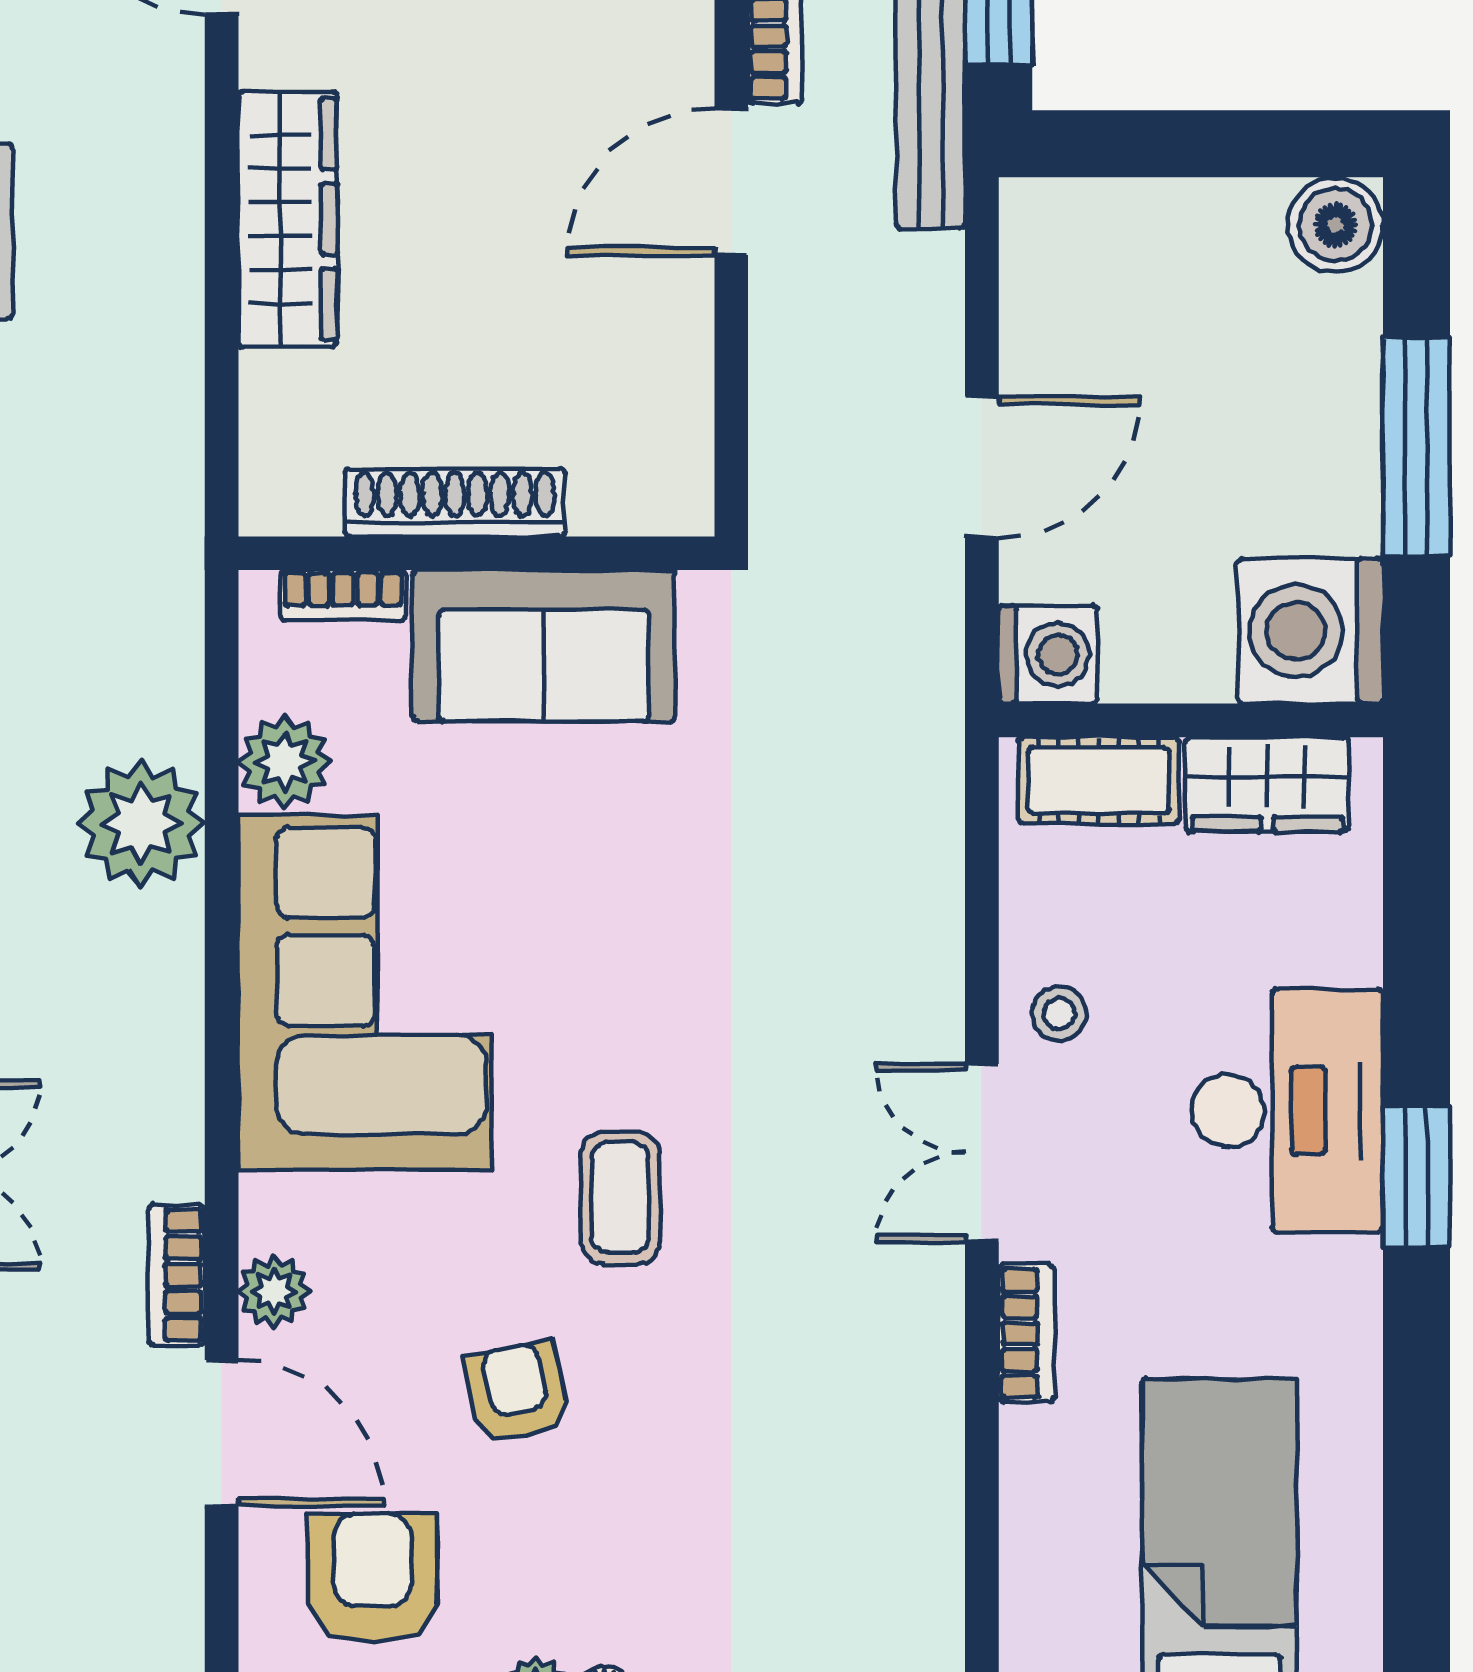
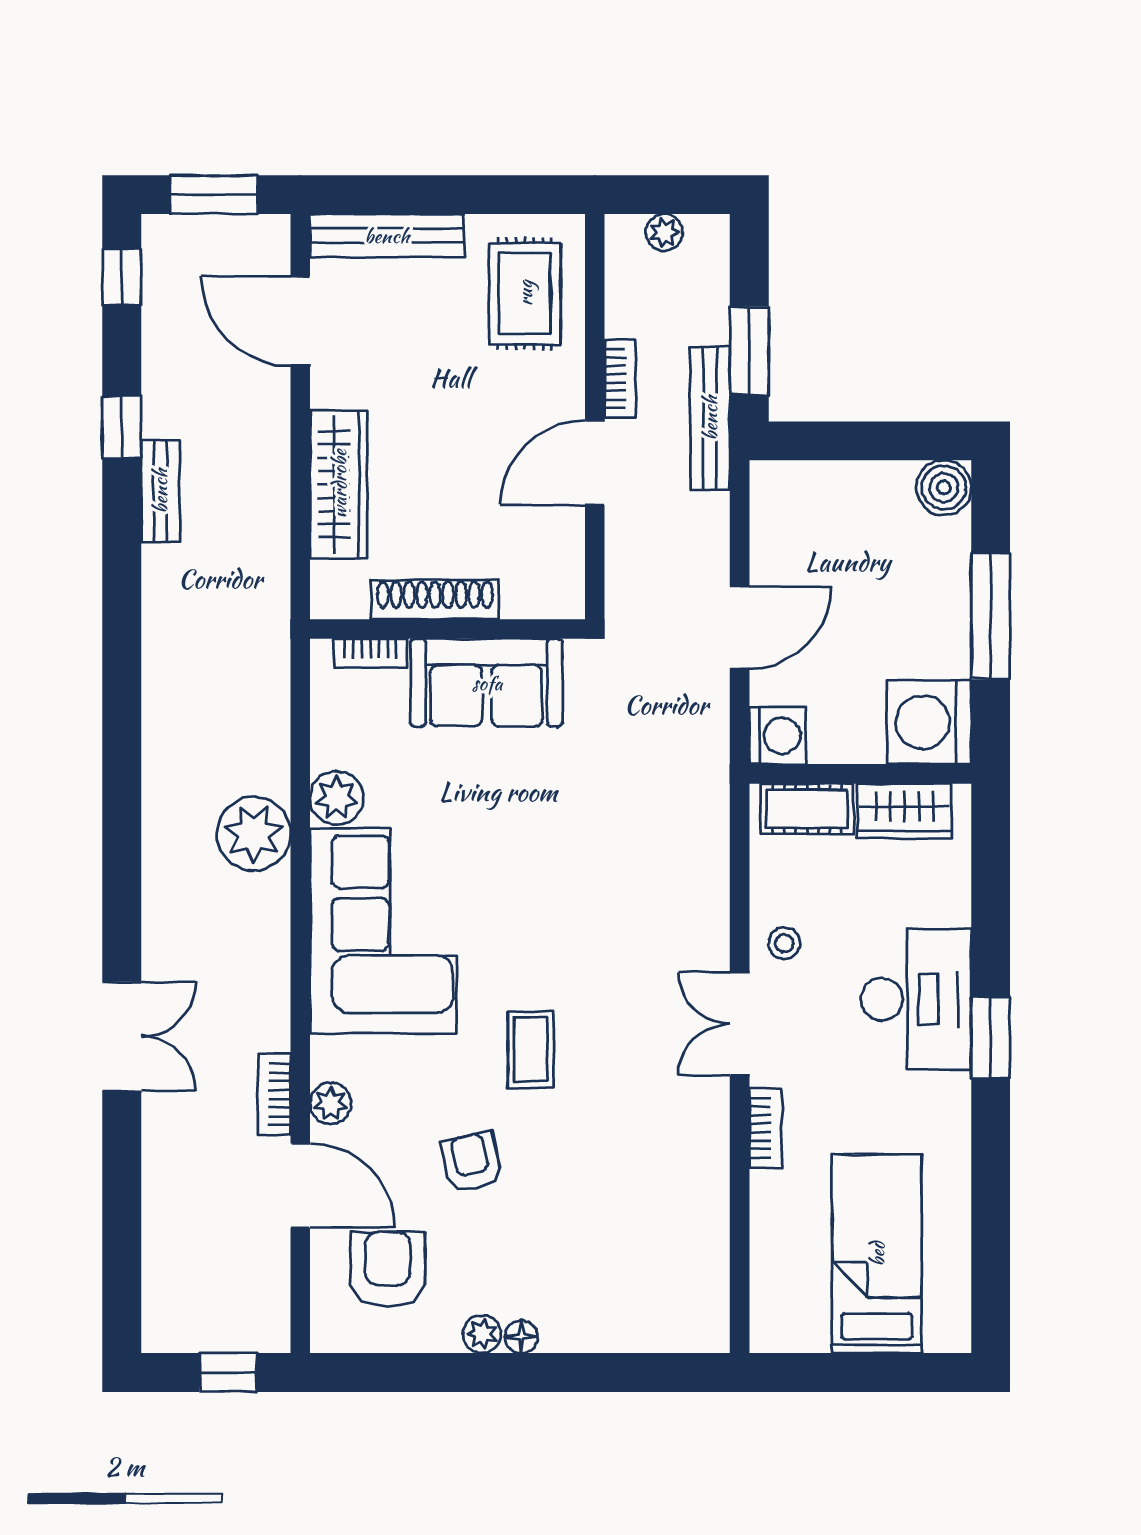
shoe rack: (455, 502) -> (435, 600), moved
wall: (476, 553) -> (448, 629), moved
bookcase: (343, 595) -> (370, 653), moved
sofa: (544, 646) -> (487, 683), moved

